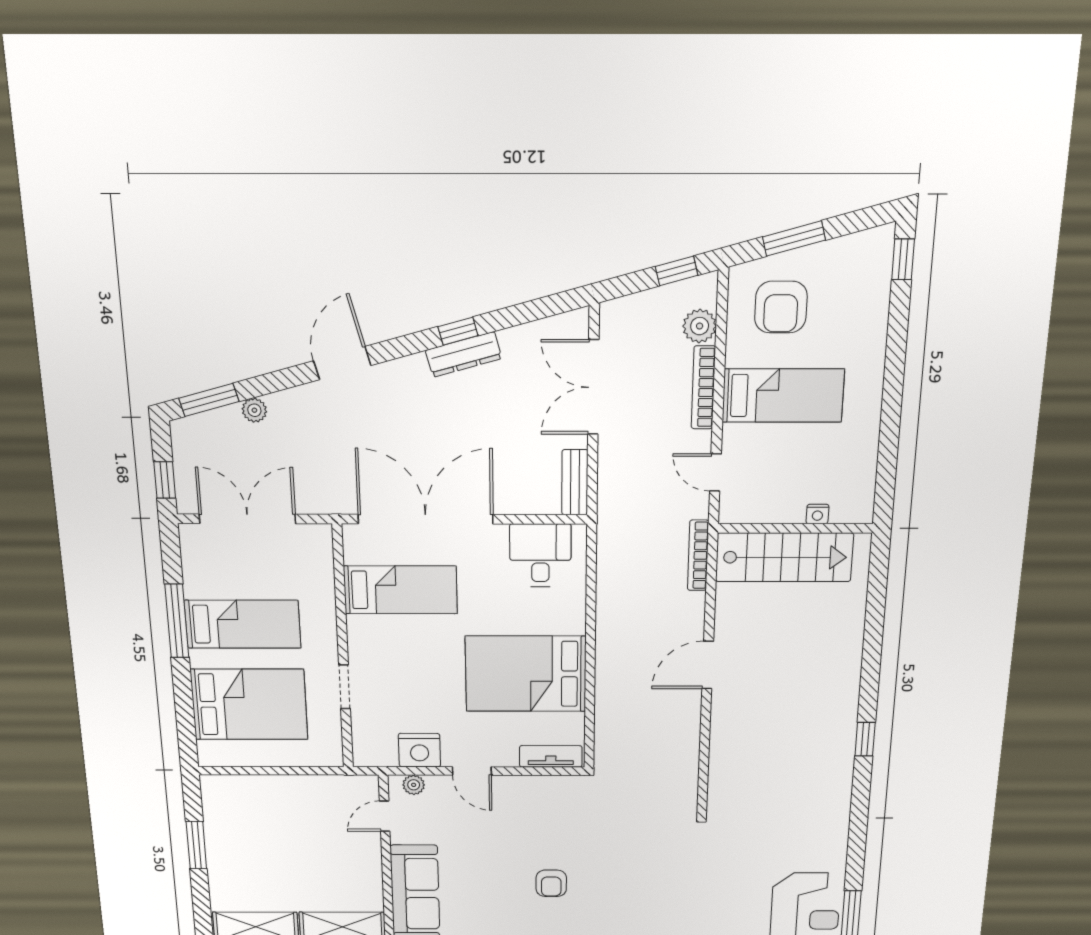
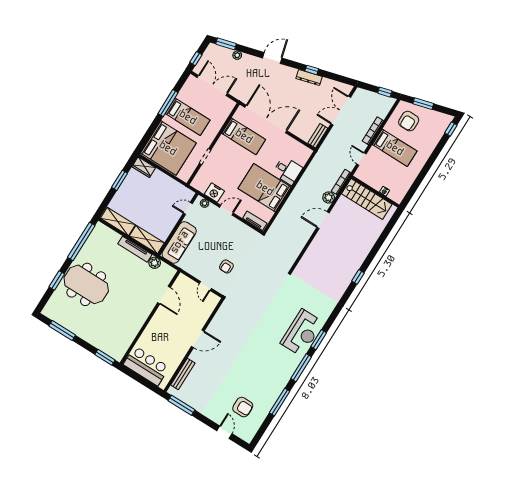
plant: (700, 326) -> (329, 197), moved
desk: (540, 555) -> (287, 171), moved, turned 90
bed: (249, 704) -> (168, 148), width x1.36
door: (472, 771) -> (226, 210), swing flipped
wardrobe: (227, 789) -> (144, 167), added

